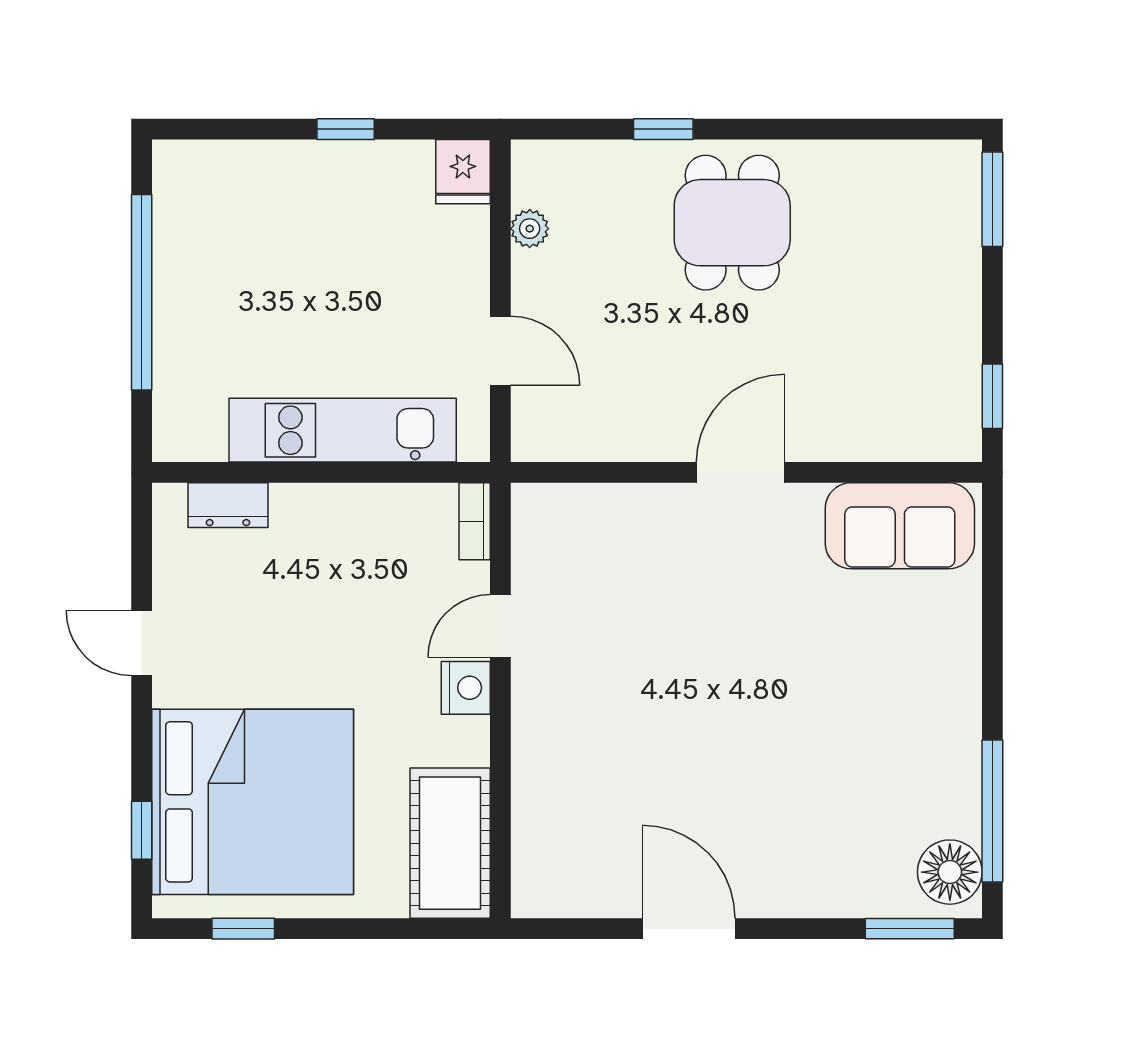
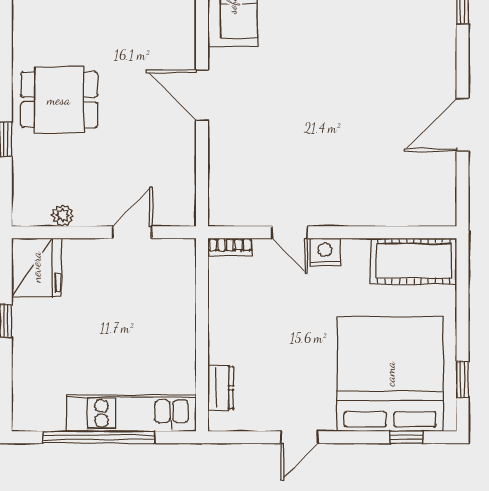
fridge: (463, 172) -> (36, 267), width x1.88, depth x1.34
kitchen unit: (343, 430) -> (131, 413), moved, turned 90

